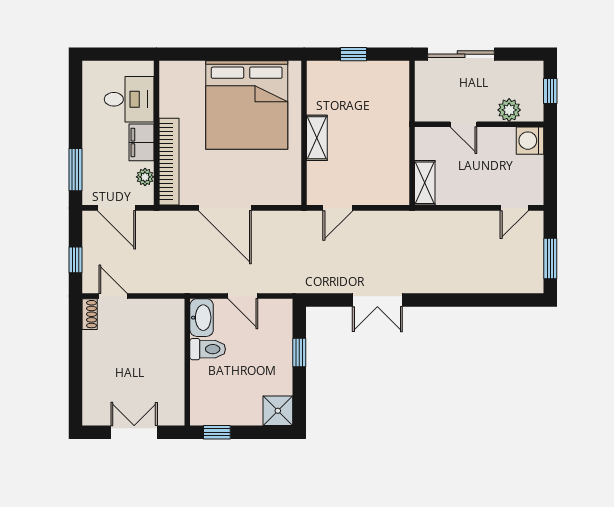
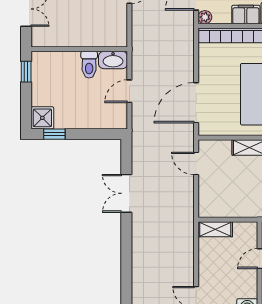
plant: (145, 177) -> (205, 17), moved
door: (225, 208) -> (196, 103), moved
window: (299, 353) -> (54, 134), moved

